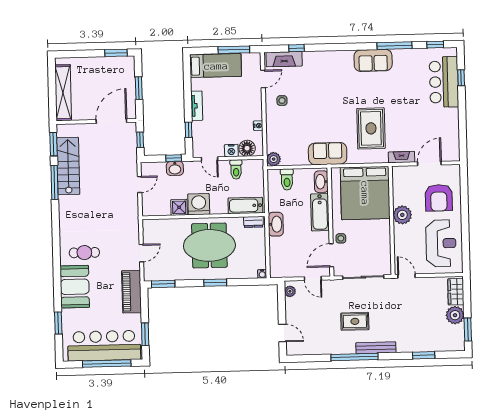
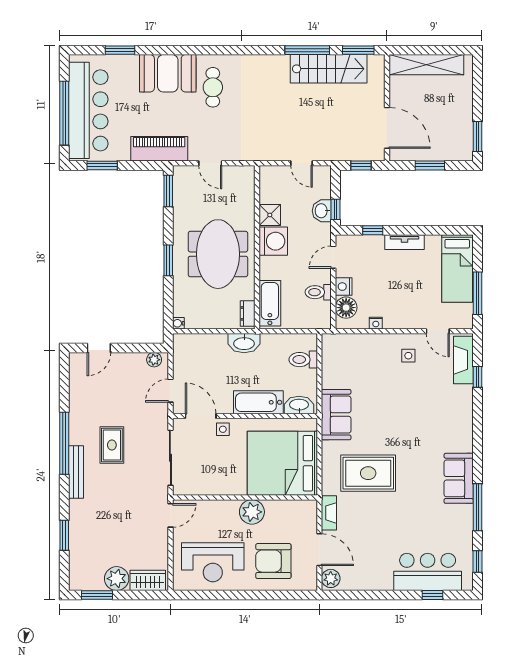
plant: (274, 159) -> (331, 578), moved

